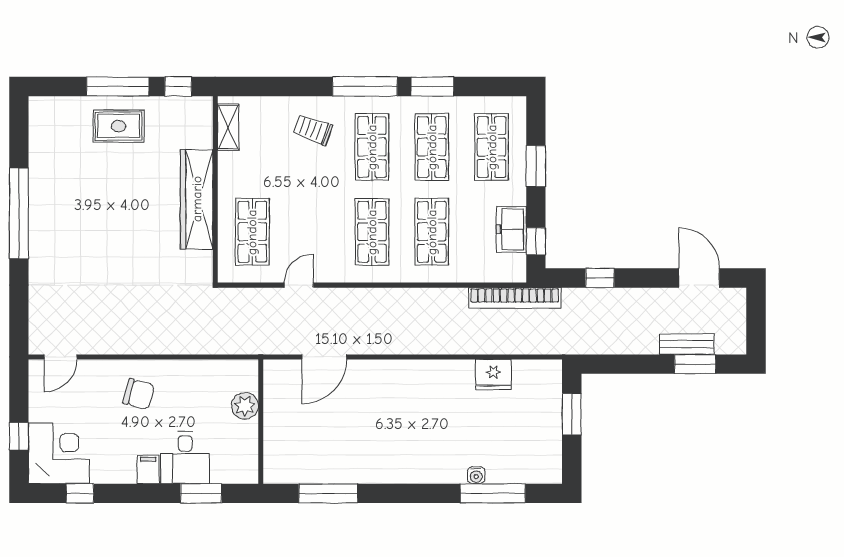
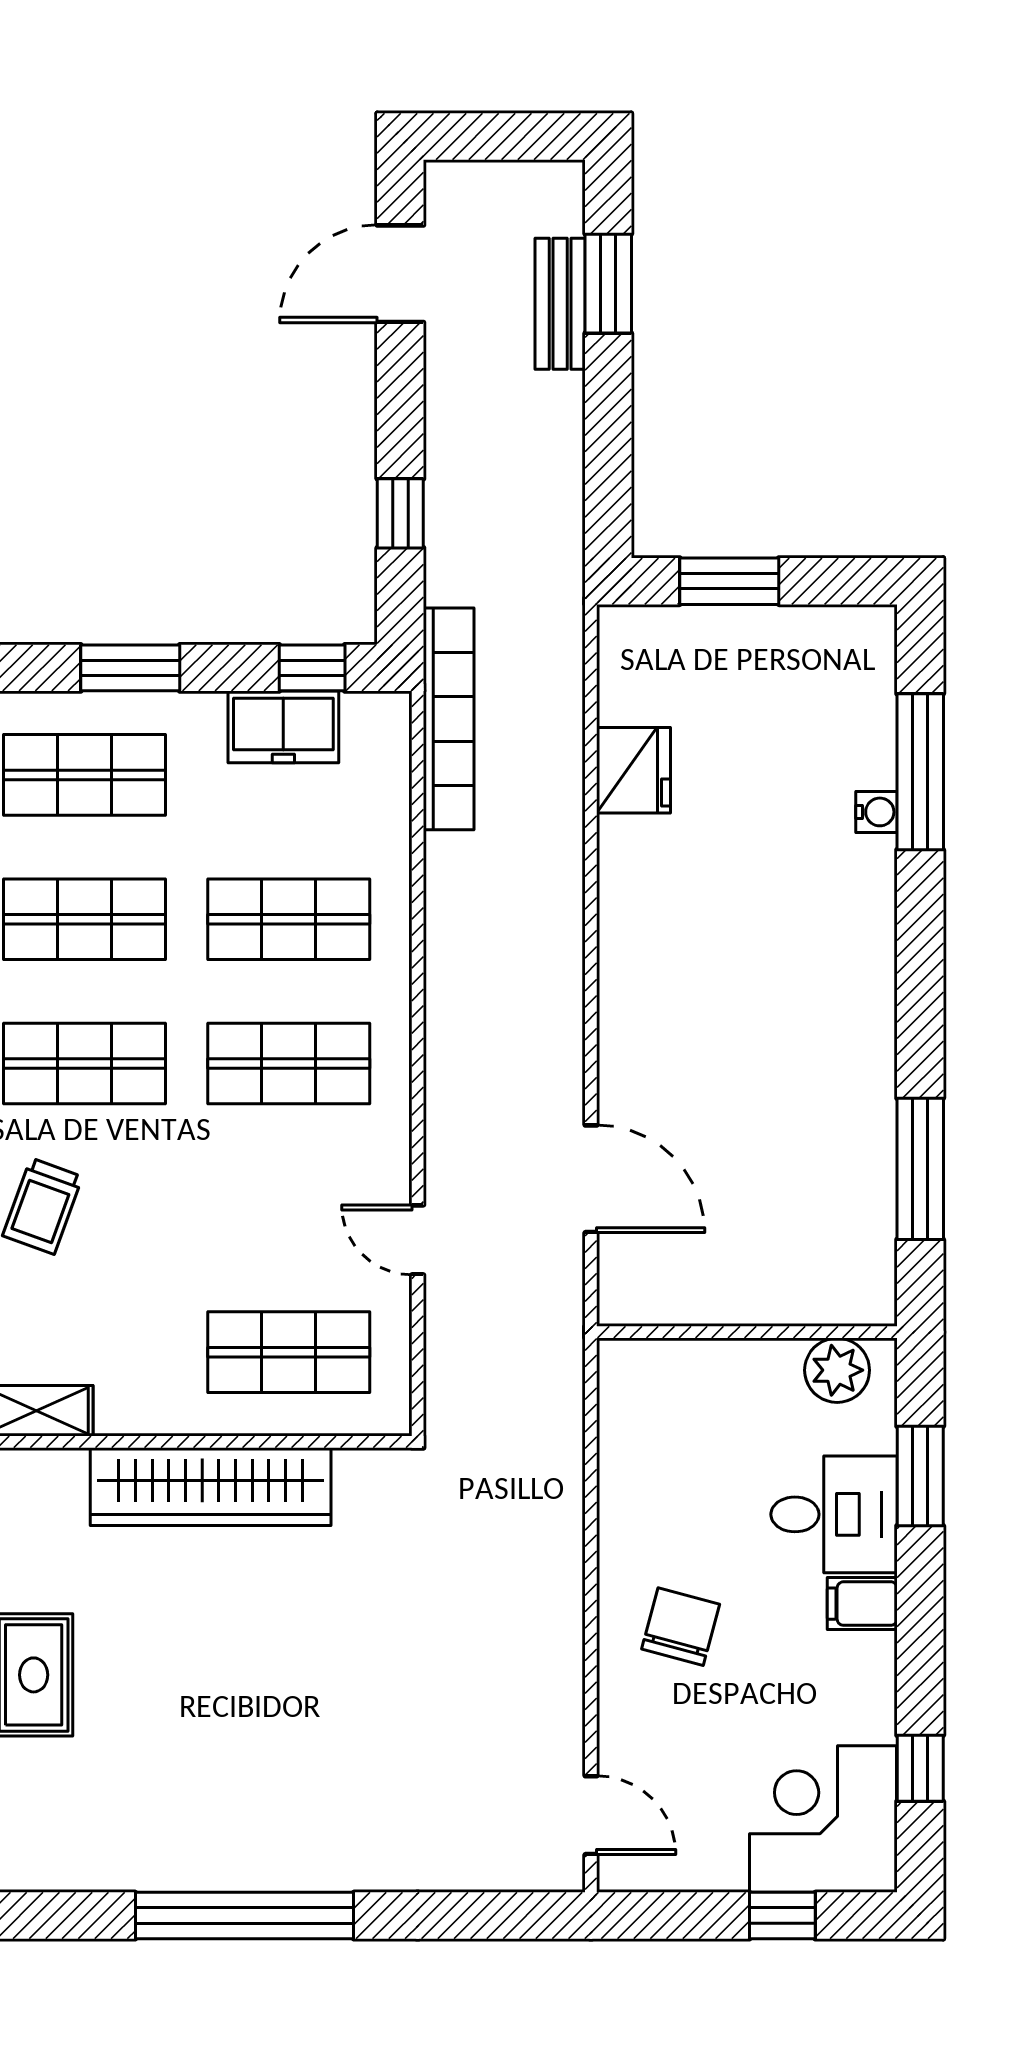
plant: (245, 406) -> (837, 1370), moved

